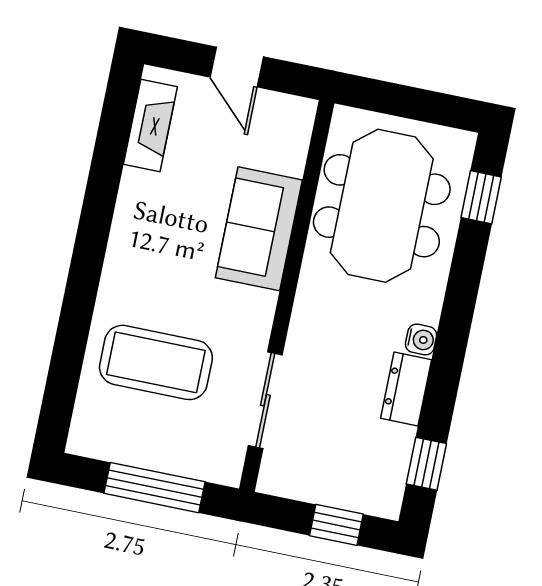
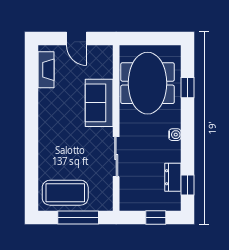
window: (481, 197) -> (187, 88), moved
coffee table: (156, 362) -> (65, 193), moved
dresser: (406, 389) -> (173, 177), moved
sliding door: (265, 400) -> (116, 157), moved

